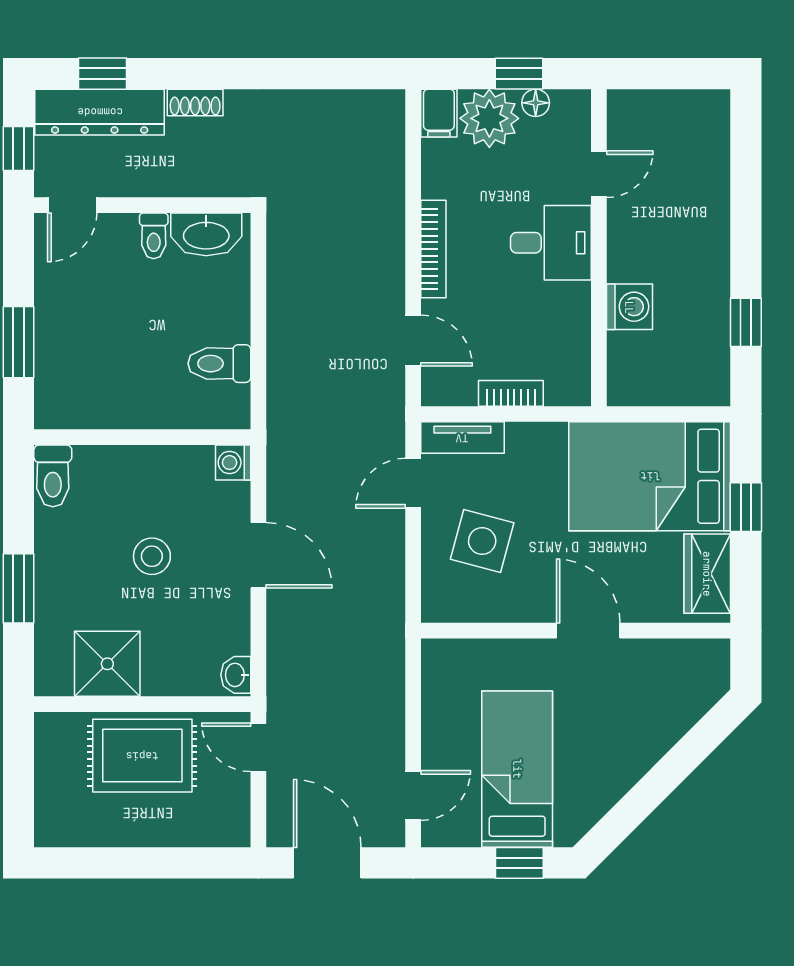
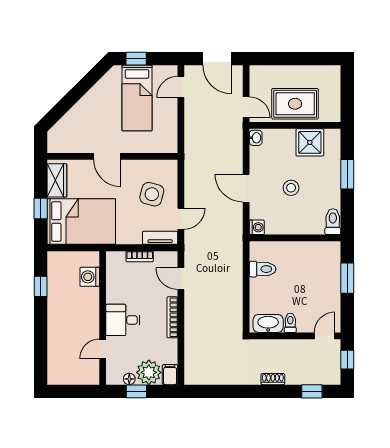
dresser: (100, 112) -> (313, 375), removed
washing machine: (629, 307) -> (90, 277), moved

